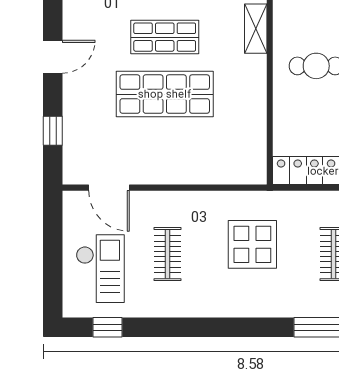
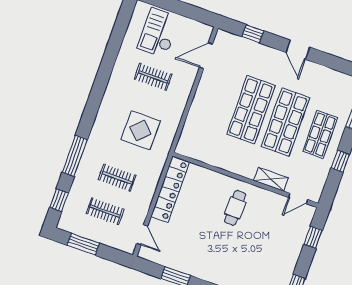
shop shelf: (165, 37) -> (285, 122), width x1.43, depth x1.36
checkout: (100, 269) -> (159, 33), turned 90
window: (108, 327) -> (121, 24), removed

